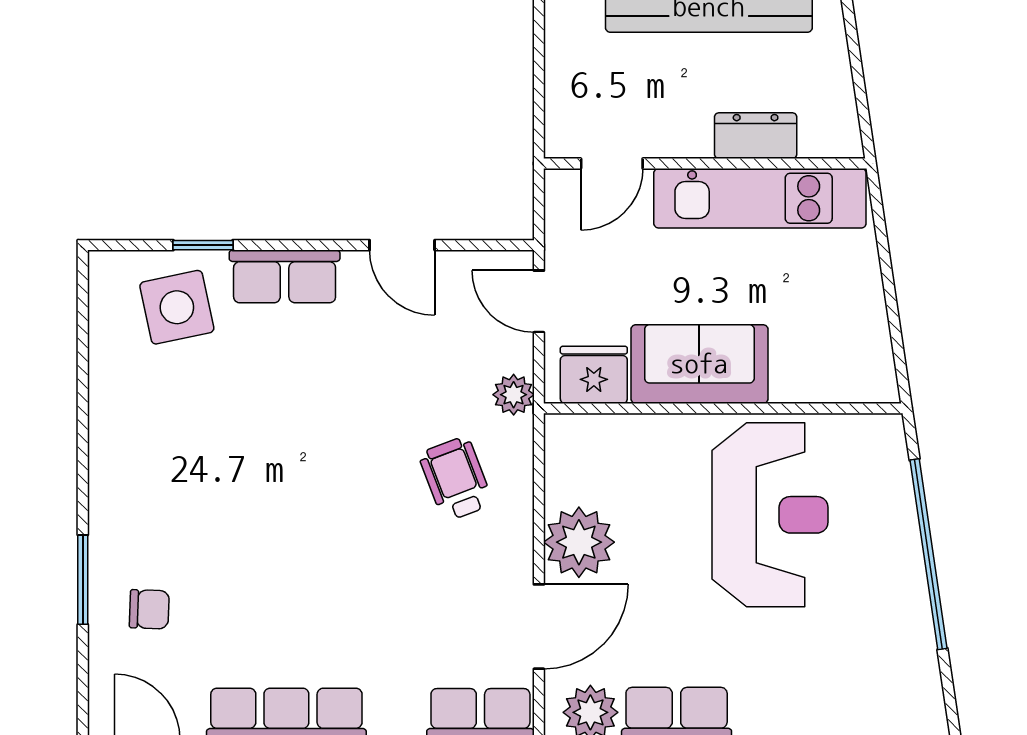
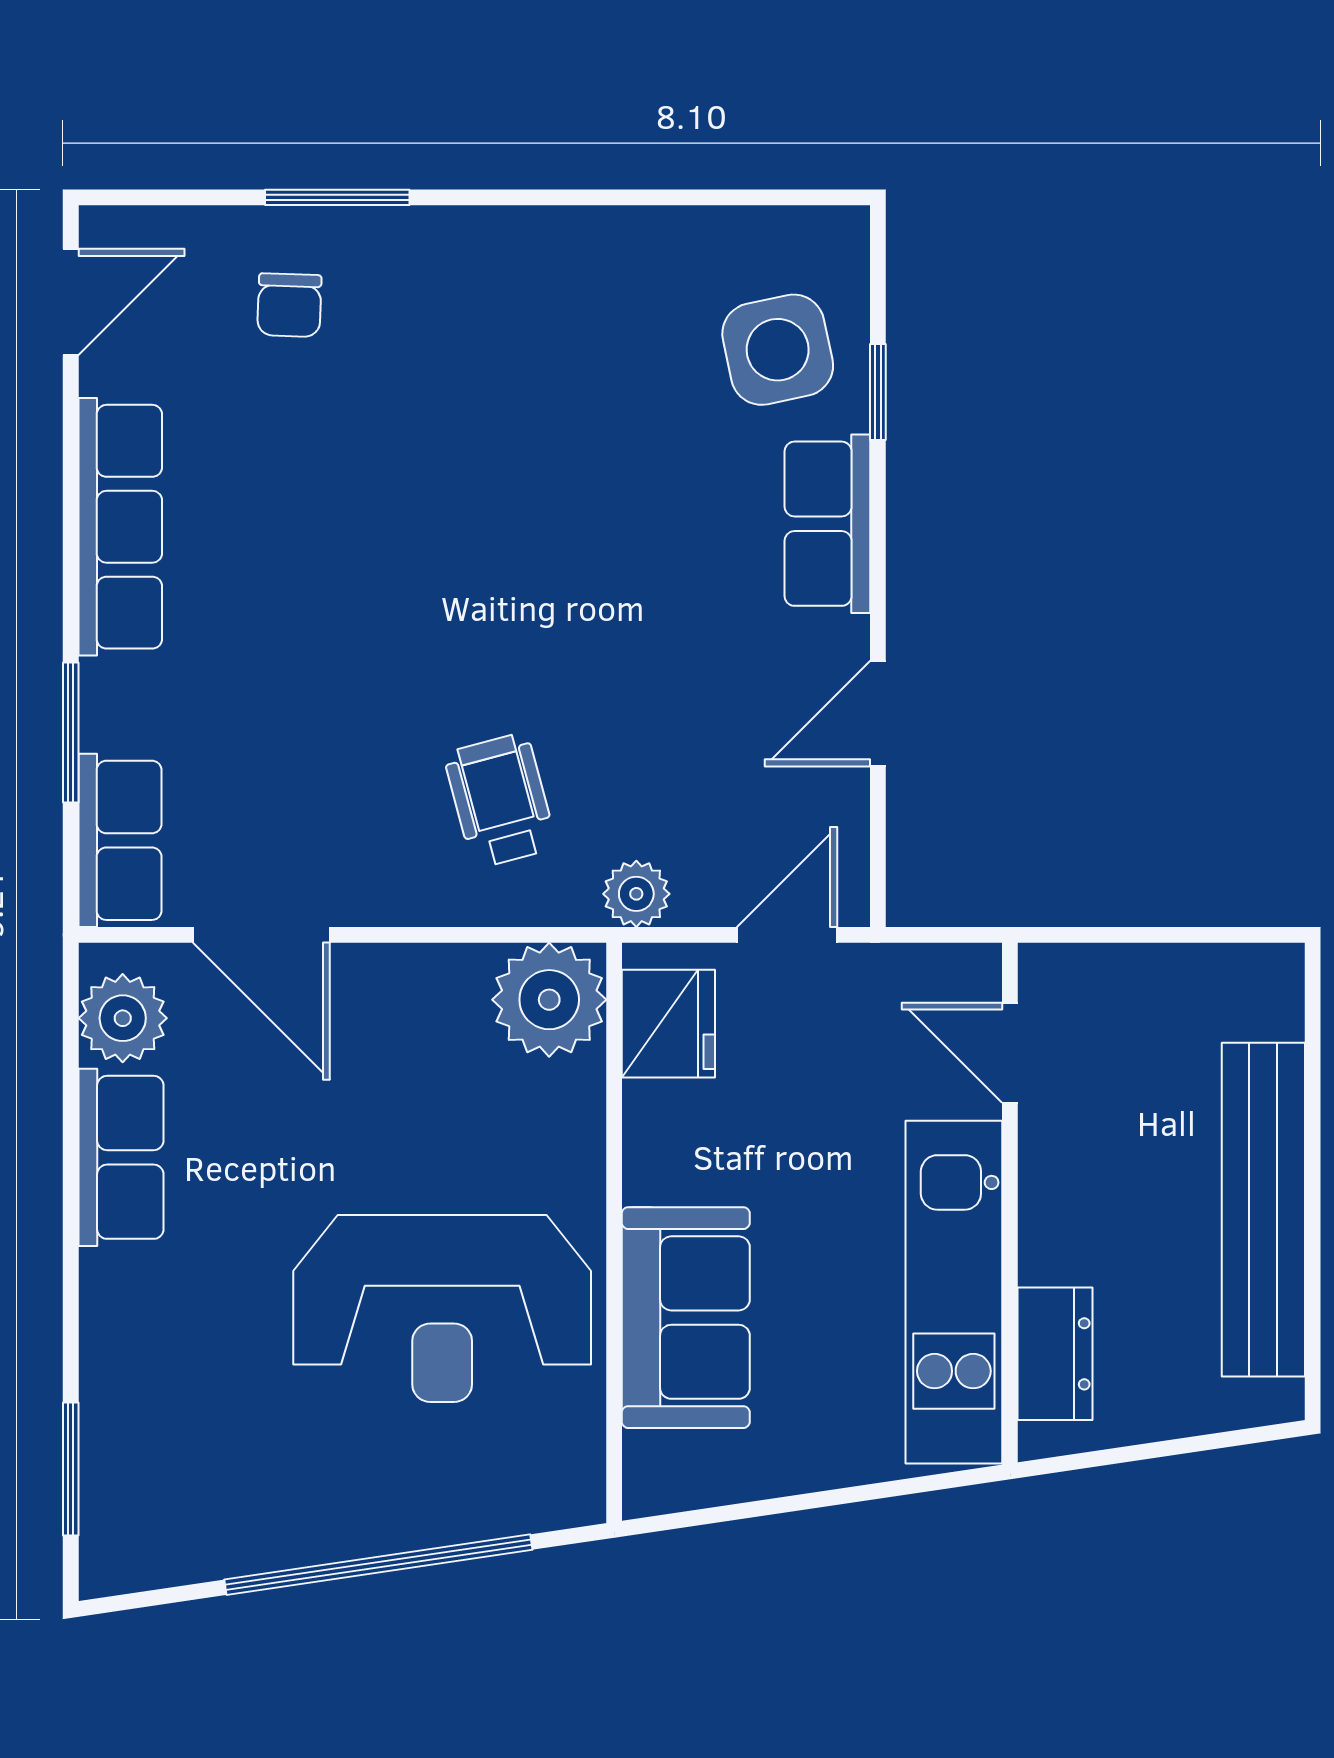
dresser: (756, 136) -> (1055, 1354), moved
sofa: (699, 364) -> (686, 1318), moved
wheelchair: (456, 479) -> (500, 800), turned -84
plant: (579, 542) -> (549, 1000), moved

